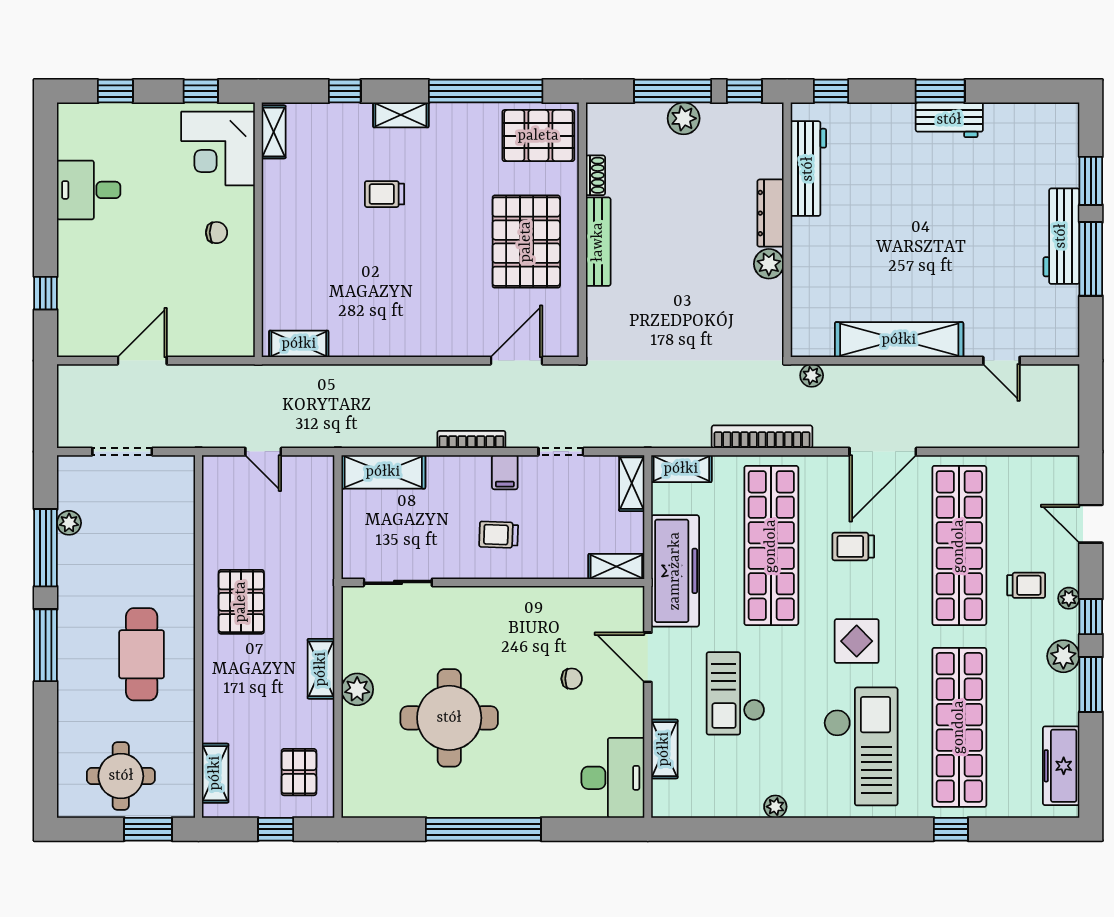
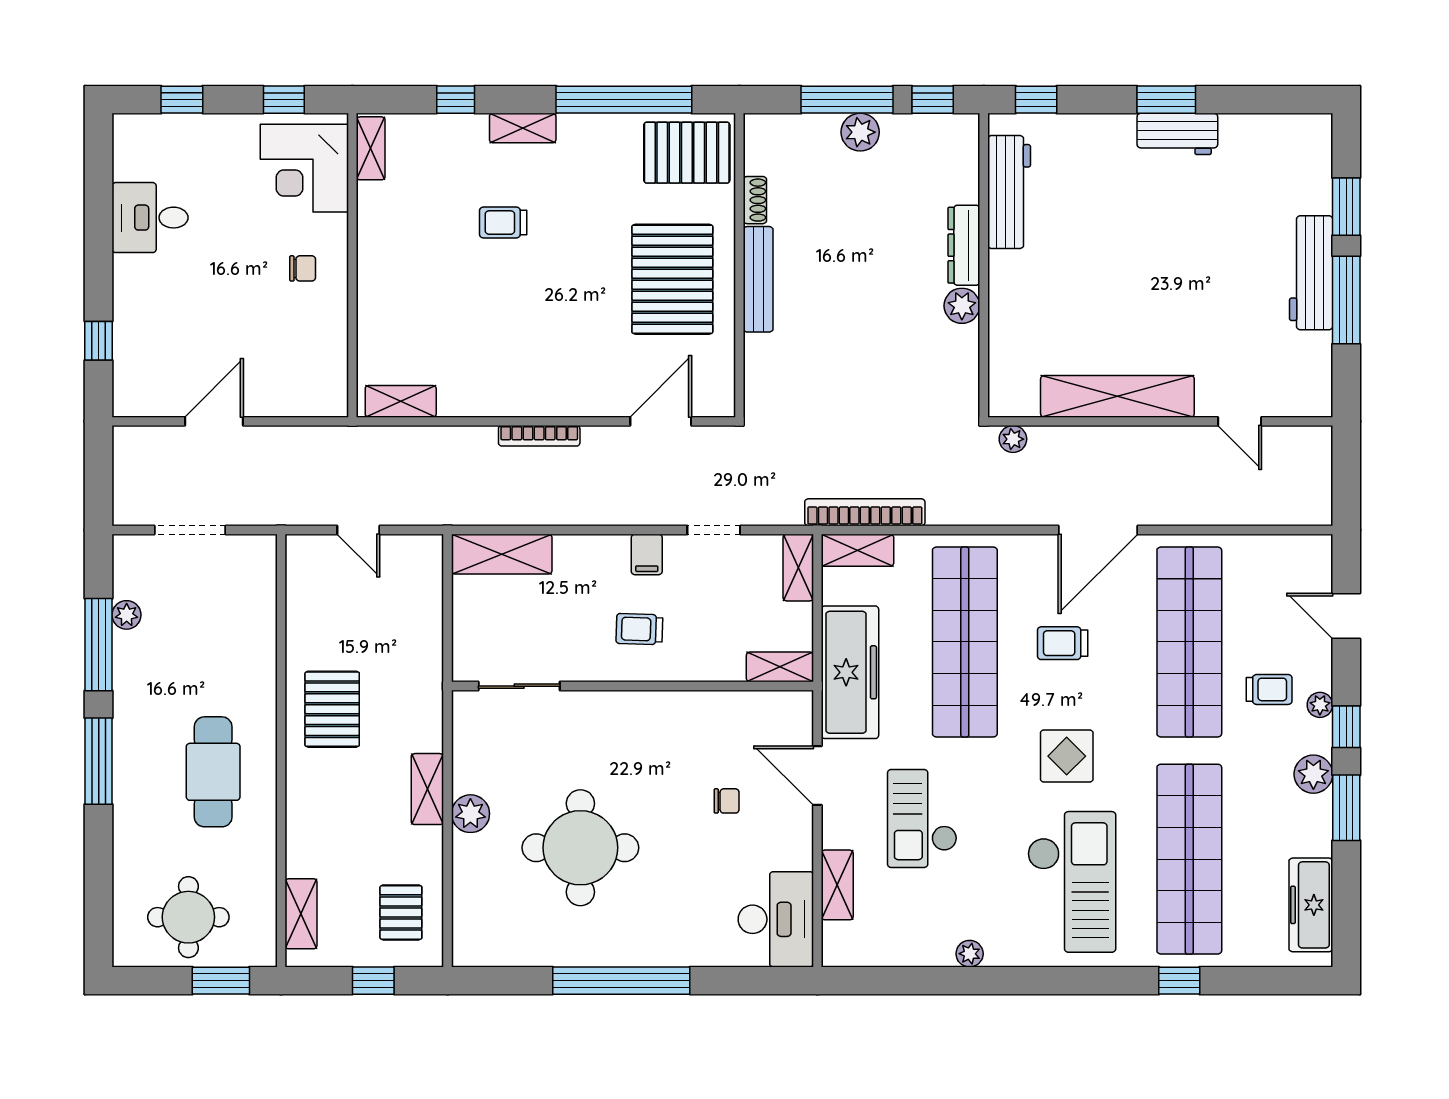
bookcase: (762, 437) -> (865, 512), moved
bookcase: (471, 440) -> (539, 436), moved, turned 180

